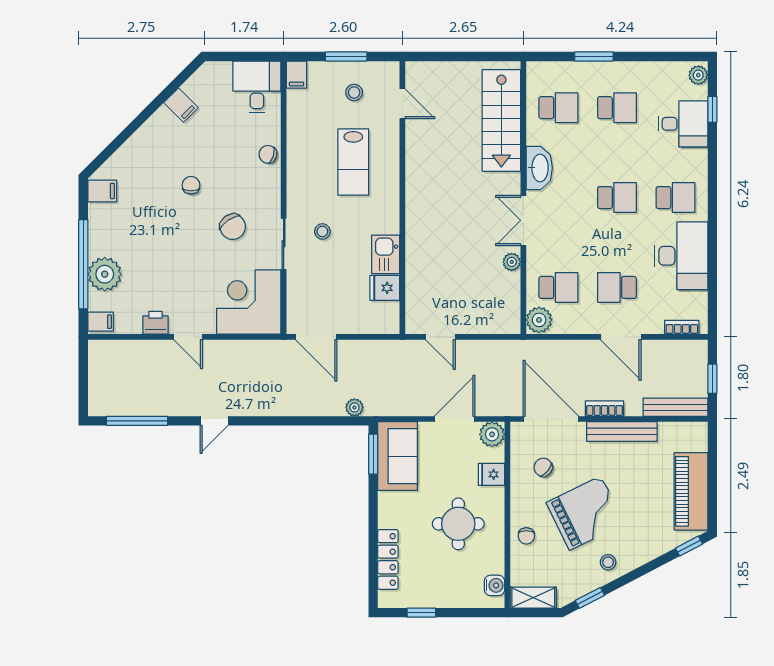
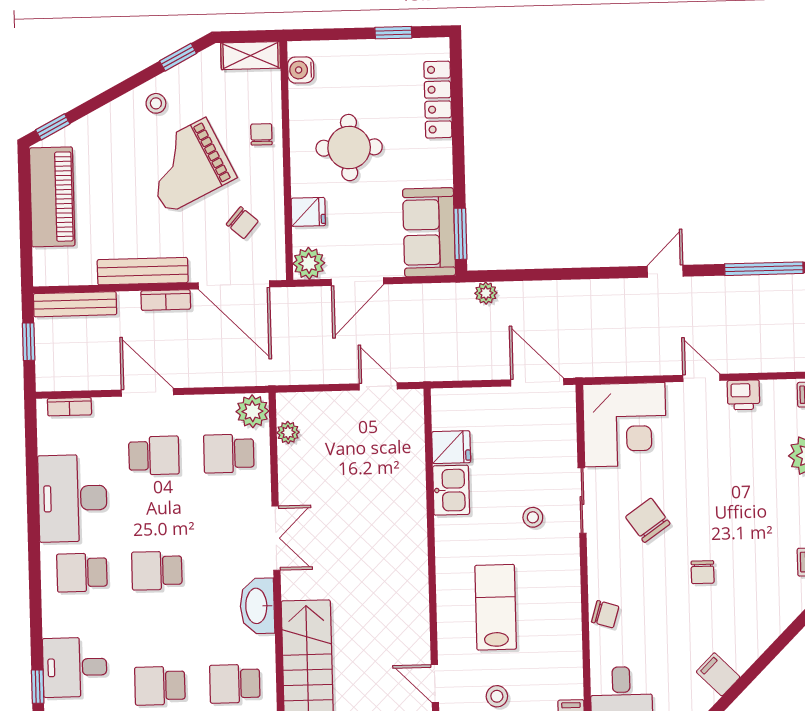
plant: (512, 262) -> (288, 432), moved

